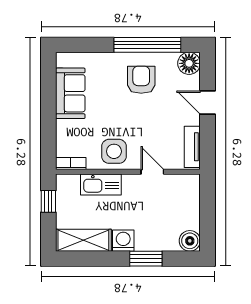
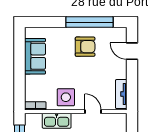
floor lamp: (189, 63) -> (119, 35), removed
armchair: (141, 80) -> (85, 47), turned 90
door: (207, 103) -> (132, 51), moved

